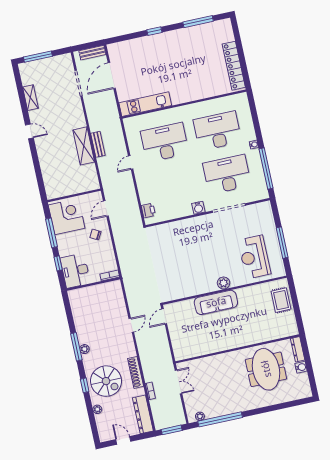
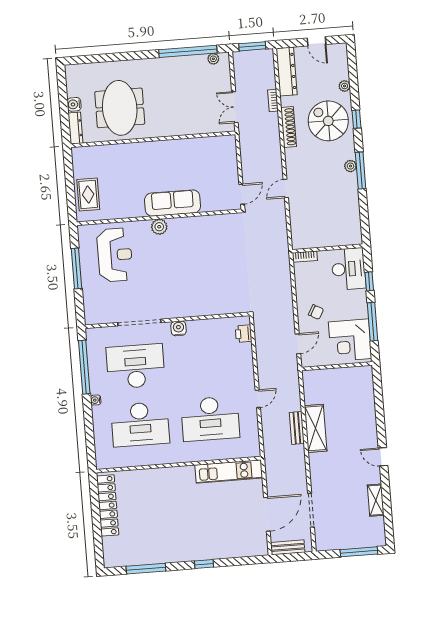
desk: (227, 174) -> (136, 366), turned 180

